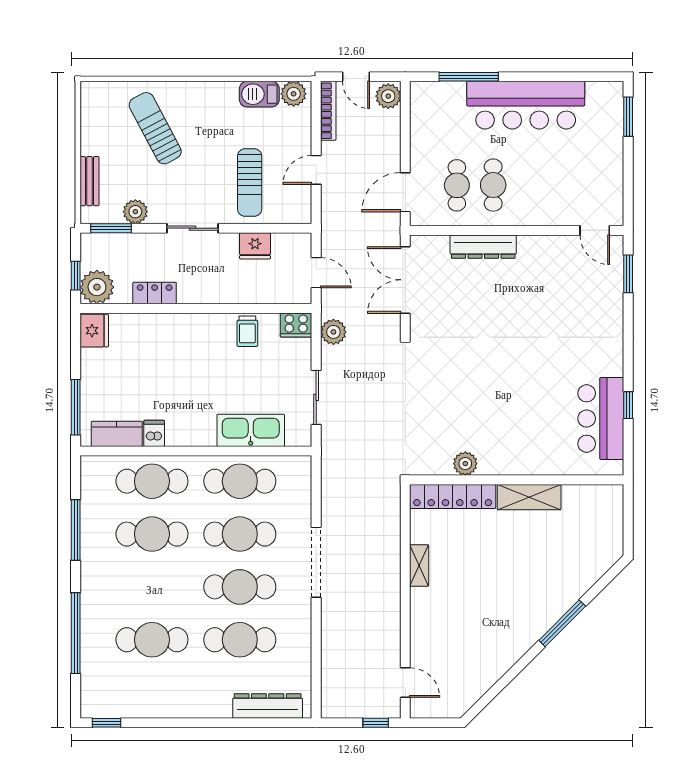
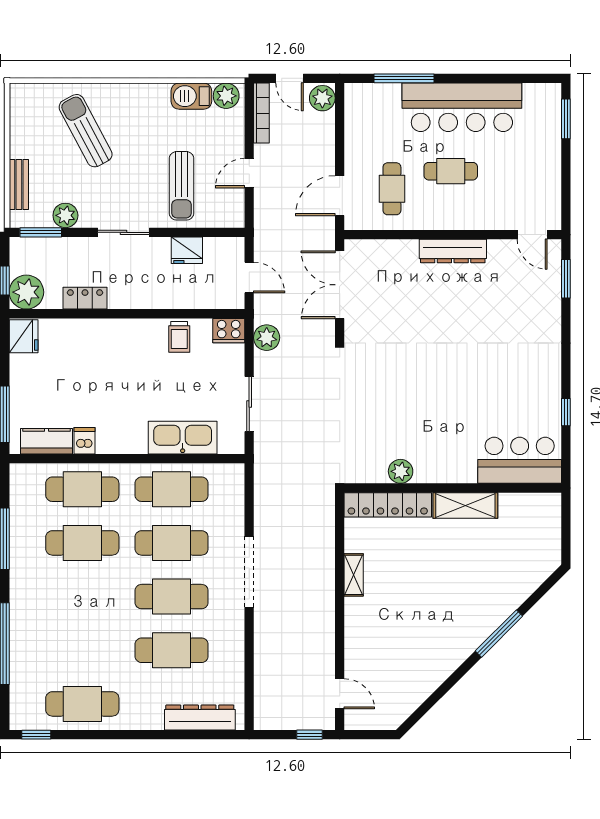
cafe table: (493, 185) -> (451, 171), moved, turned 90
dresser: (483, 247) -> (453, 251), moved
bar counter: (601, 419) -> (520, 460), moved, turned 90
cafe table: (152, 640) -> (82, 704), moved

